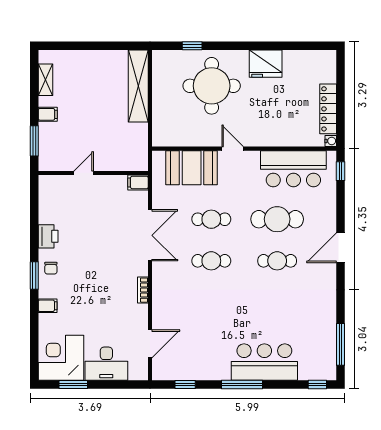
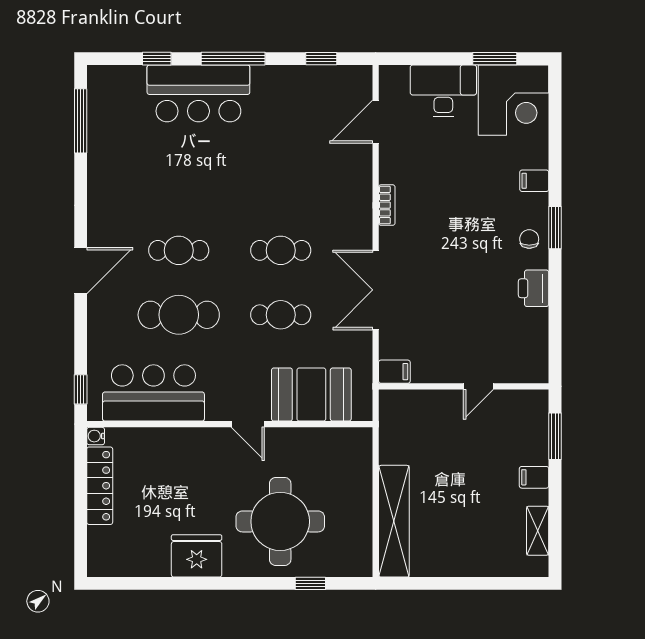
window: (317, 385) -> (157, 59), moved

